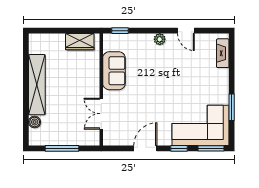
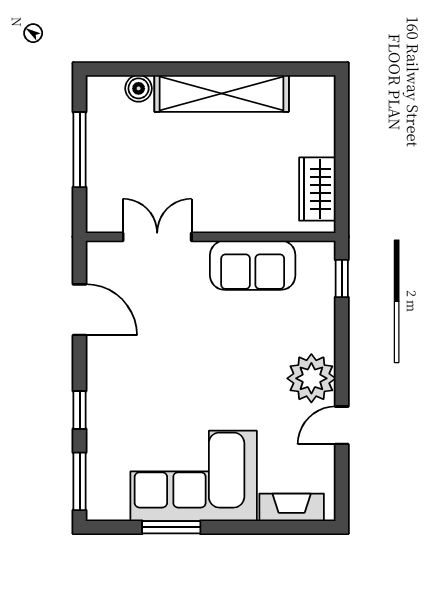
plant: (160, 39) -> (311, 378), width x1.87, depth x1.87
corner sofa: (200, 125) -> (194, 476), moved, turned -90
door: (145, 148) -> (80, 310), moved

